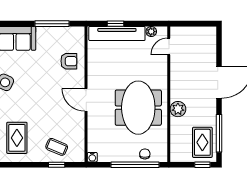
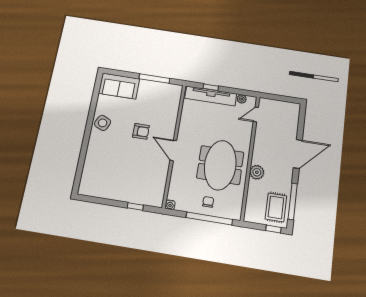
armchair: (69, 61) -> (141, 131), moved
rug: (17, 138) -> (103, 175), removed
coffee table: (57, 147) -> (138, 190), removed
chair: (145, 154) -> (208, 202), moved

